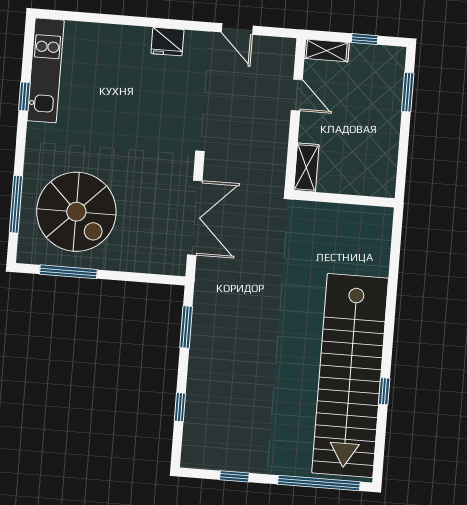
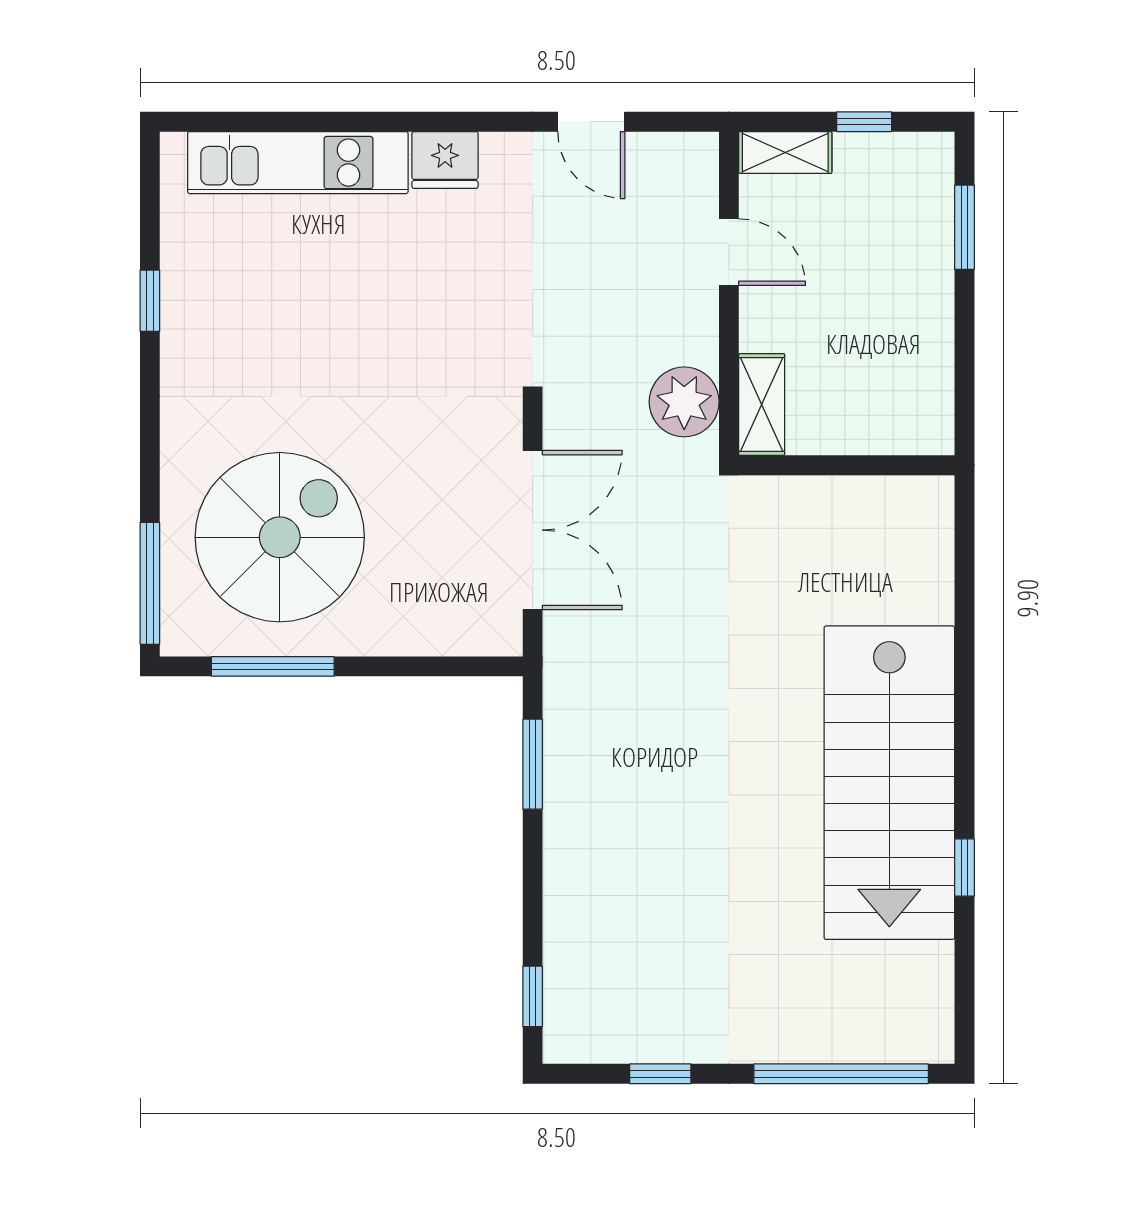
kitchen unit: (46, 70) -> (298, 163), moved, turned 90
plant: (270, 163) -> (684, 402), added
window: (16, 204) -> (150, 583), moved
spiral stairs: (76, 212) -> (280, 537), turned -90
stairs: (350, 375) -> (889, 783), width x0.73
window: (180, 407) -> (533, 996), moved

